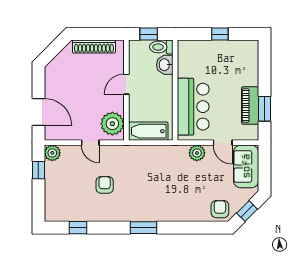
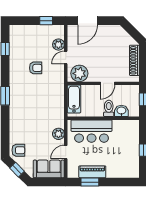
toilet: (161, 47) -> (109, 108), moved
door: (126, 84) -> (108, 83), swing flipped
plant: (52, 153) -> (58, 45), moved

